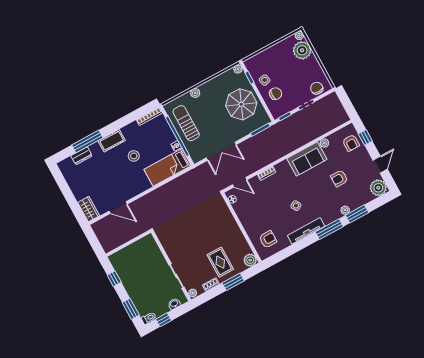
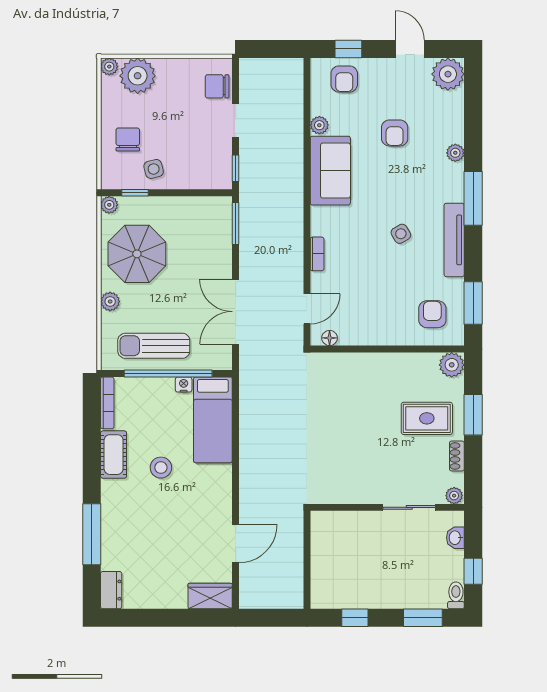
chair: (276, 94) -> (128, 139), moved
parasol: (241, 104) -> (137, 254), moved
cot: (112, 141) -> (114, 455), moved
armchair: (351, 143) -> (344, 79), turned 90
double door: (221, 151) -> (236, 312), swing flipped
dresser: (82, 156) -> (111, 590), moved
window: (357, 214) -> (473, 303), moved

